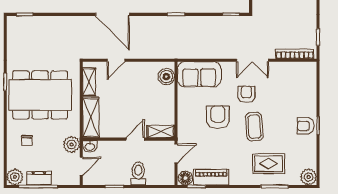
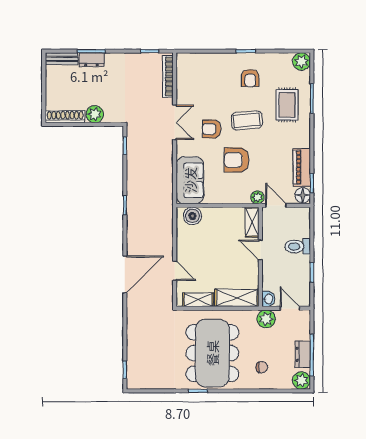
armchair: (306, 126) -> (250, 78), moved
plant: (183, 136) -> (257, 197), added

